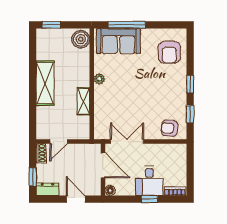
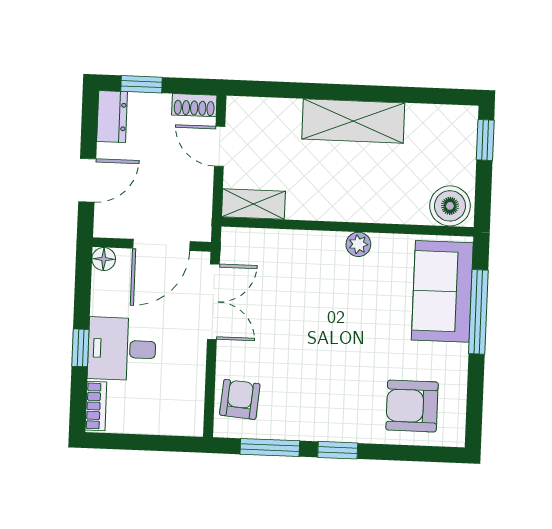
shelving: (83, 101) -> (253, 204), moved
window: (190, 114) -> (270, 447), width x1.50

